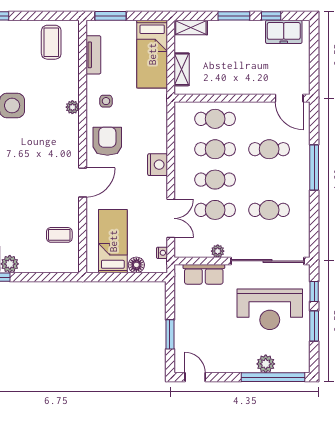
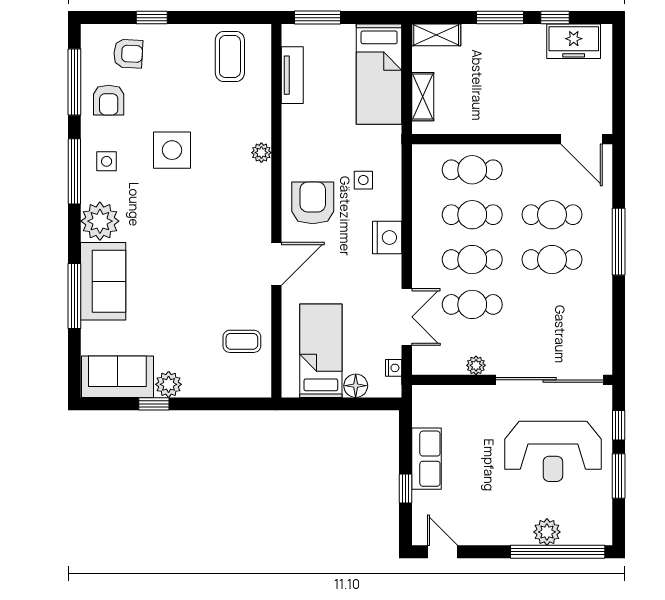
side table: (106, 101) -> (363, 180), moved
cafe table: (269, 210) -> (552, 260), moved
row of seats: (204, 274) -> (426, 459), moved, turned -90
window: (170, 334) -> (405, 489), width x0.67

